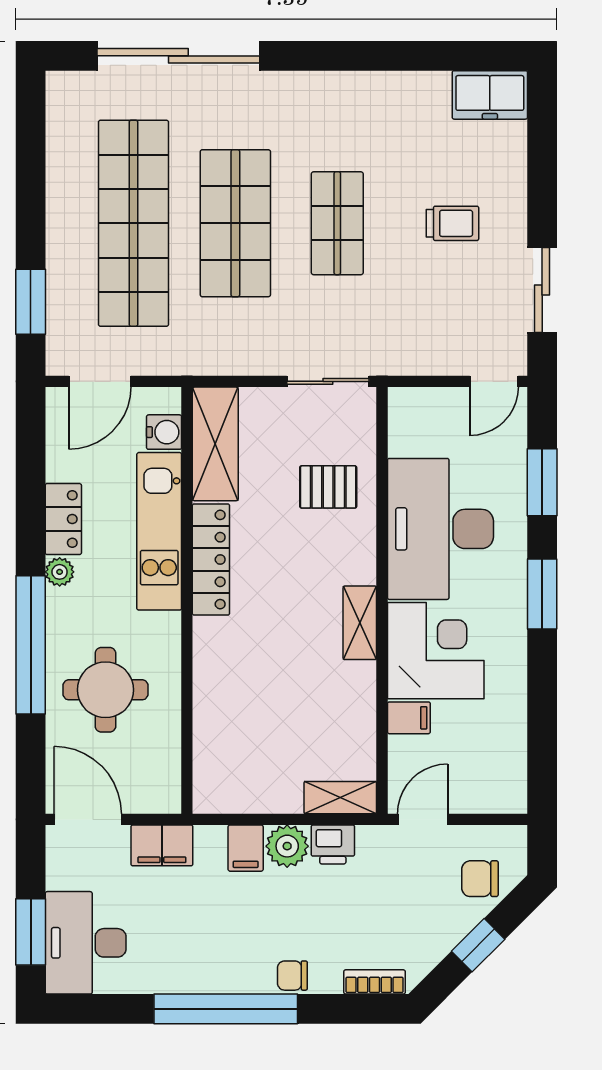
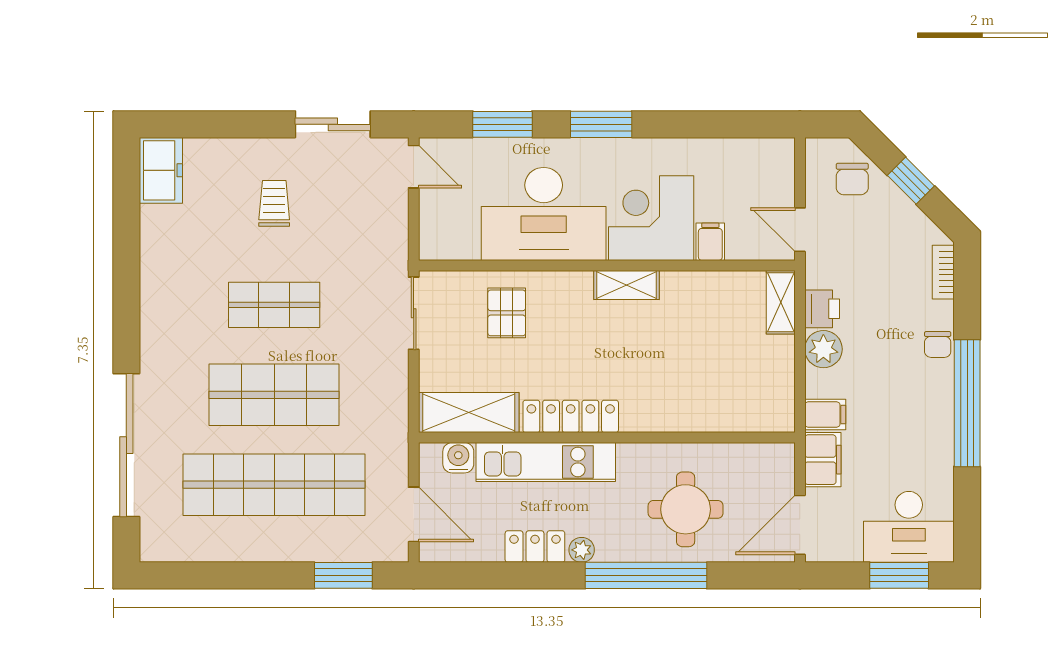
filing cabinet: (246, 848) -> (825, 415), moved

